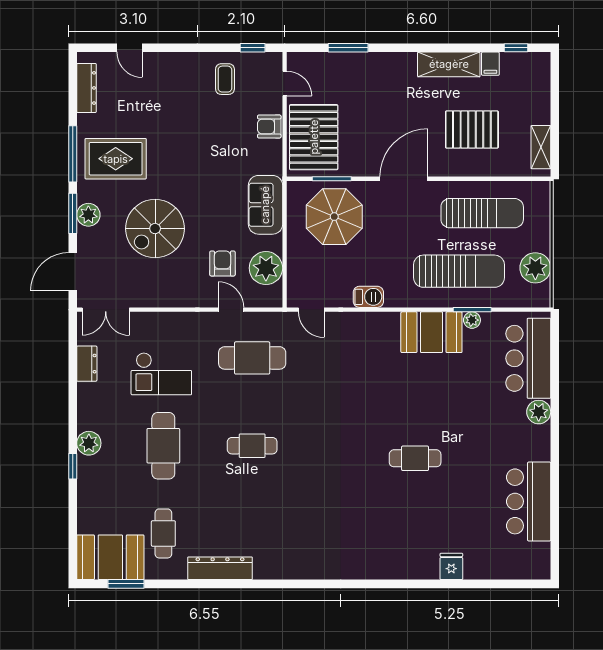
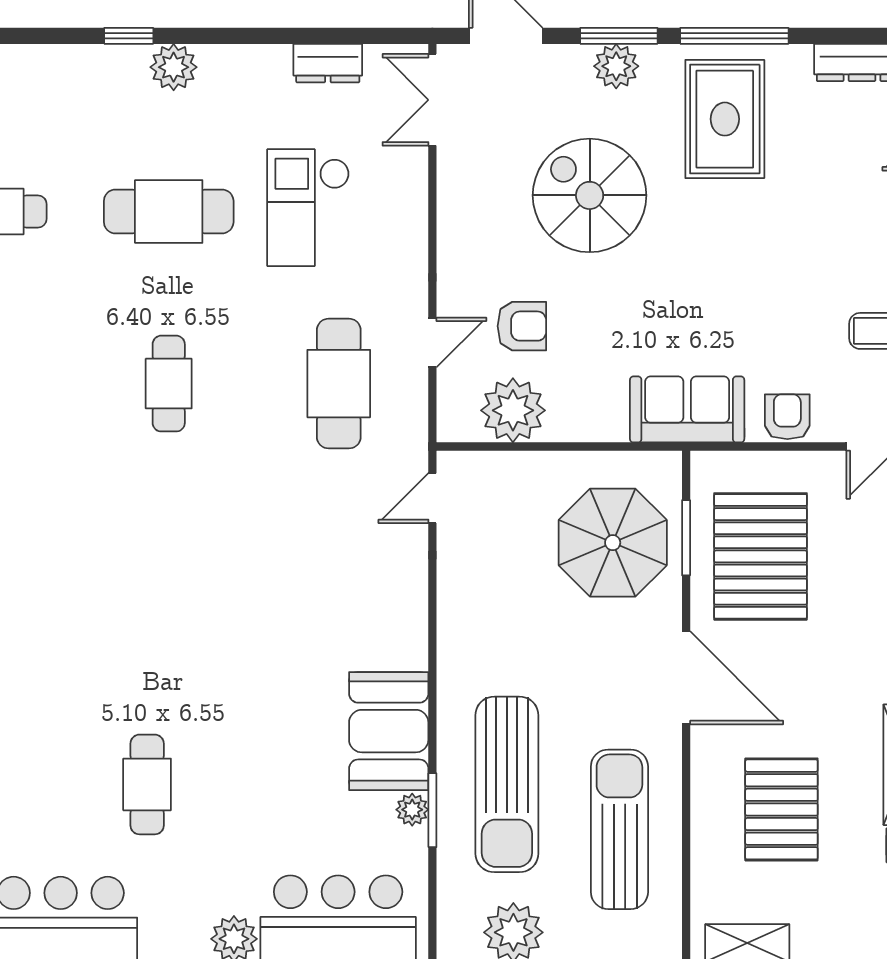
pallet: (314, 137) -> (760, 556), moved, turned 90
sofa: (265, 205) -> (687, 409), moved
sun lounger: (482, 213) -> (619, 829), turned 180
barbecue: (368, 297) -> (457, 609), removed
cafe table: (415, 458) -> (147, 784), moved

